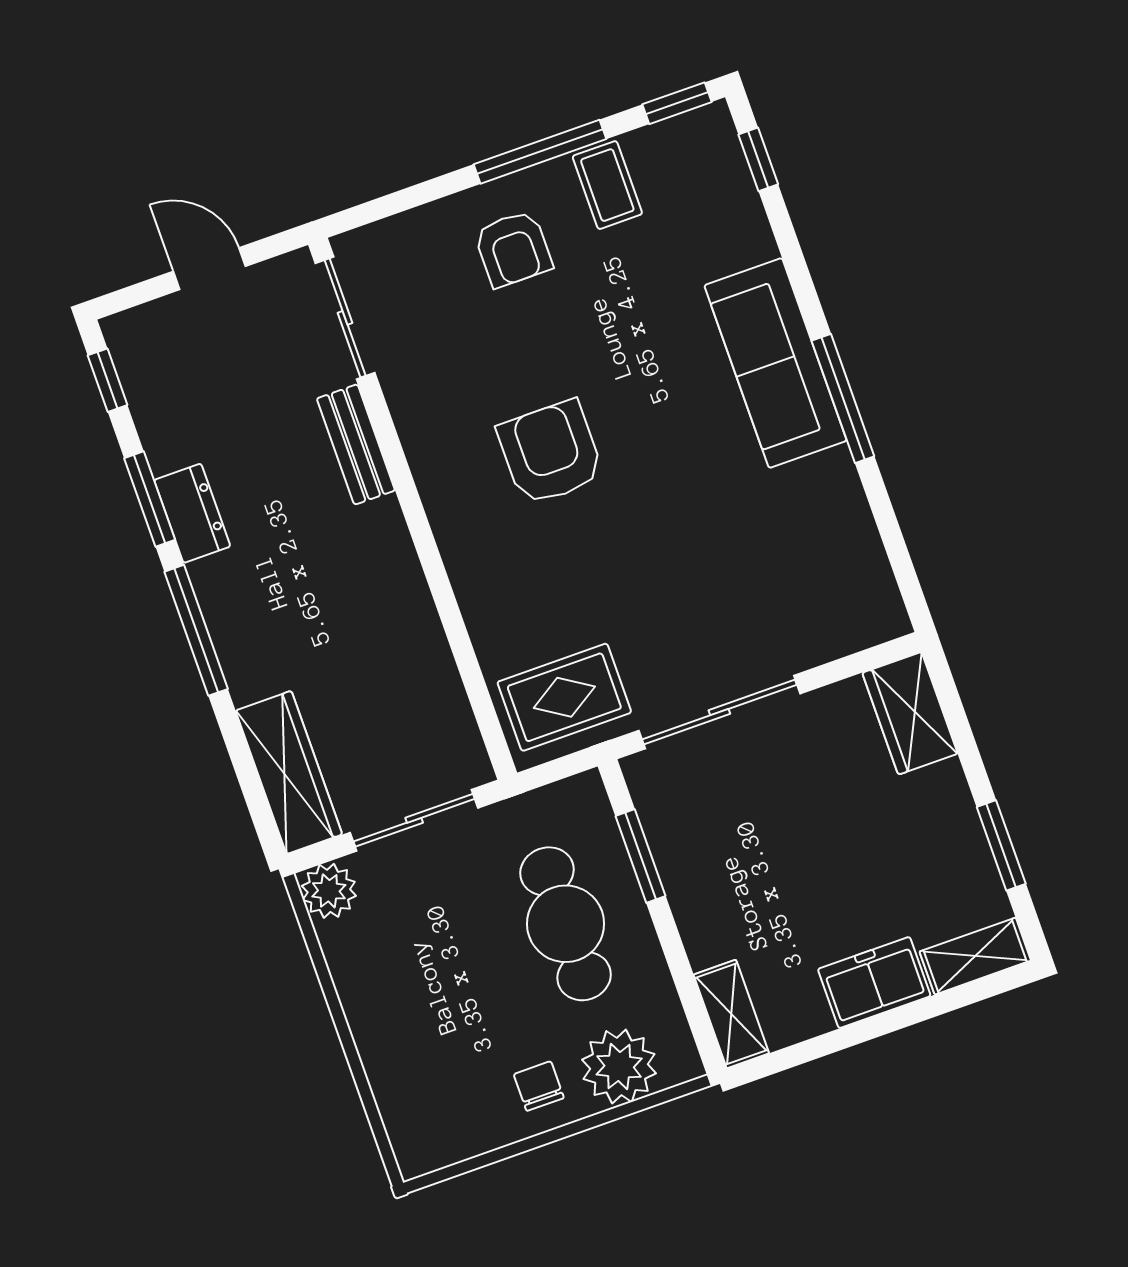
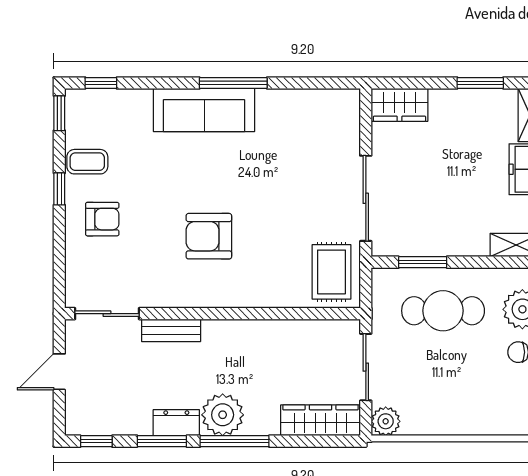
window: (540, 152) -> (59, 189), width x0.46
plant: (236, 592) -> (223, 415), added

